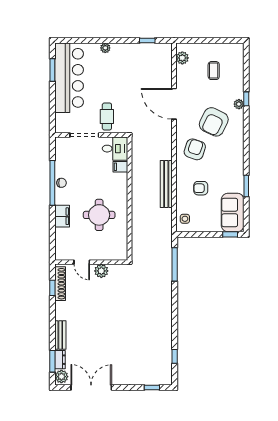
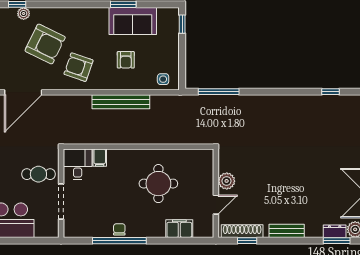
sofa: (233, 213) -> (133, 21), moved
filing cabinet: (62, 216) -> (179, 229), moved
bench: (60, 335) -> (287, 231), moved

